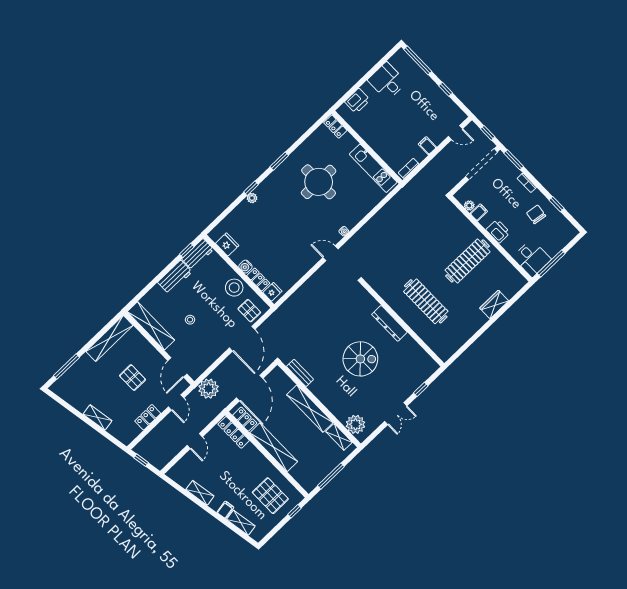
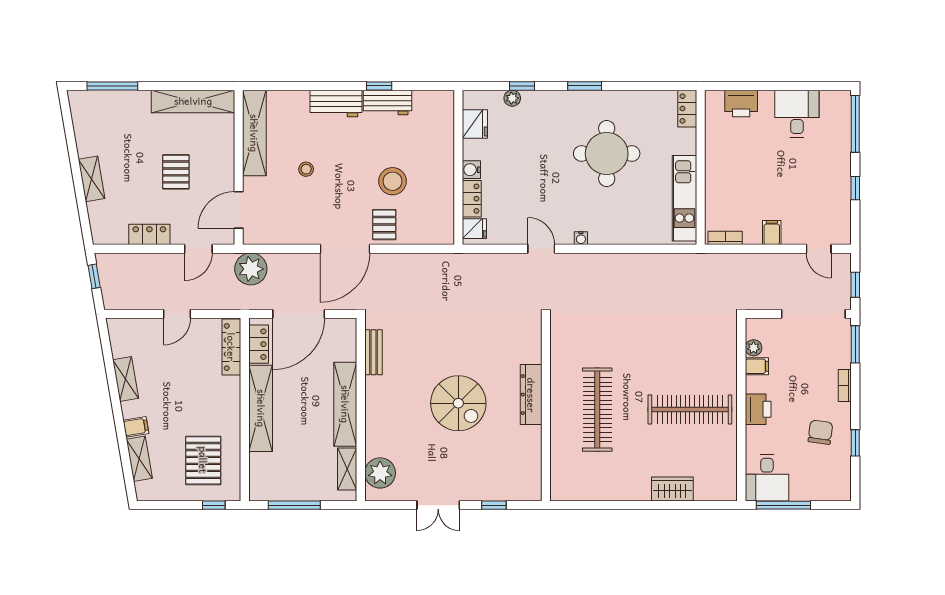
fridge: (227, 244) -> (475, 124), moved
water cooler: (245, 267) -> (471, 170), moved
wall: (239, 271) -> (458, 167), moved
locker: (258, 279) -> (472, 199), moved
fridge: (272, 292) -> (474, 229), moved

